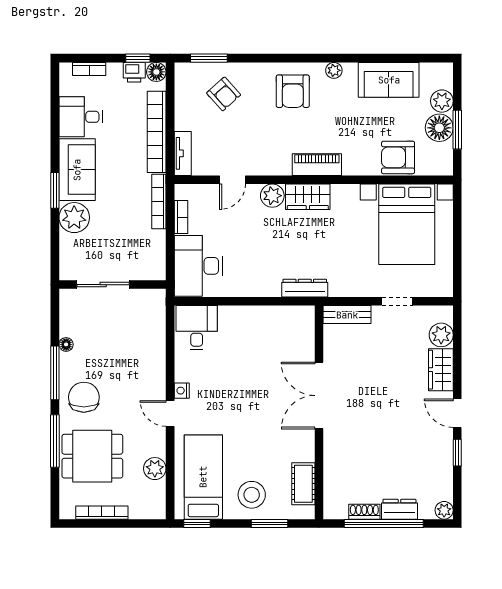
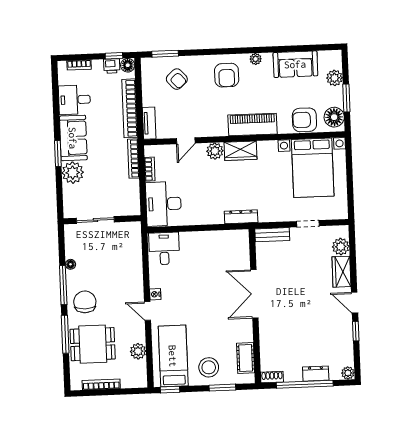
floor lamp: (439, 128) -> (334, 117), moved
piano: (317, 165) -> (253, 125), width x1.37, depth x1.33
shoe rack: (364, 512) -> (272, 377), moved

